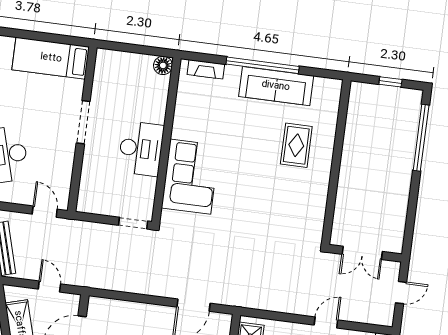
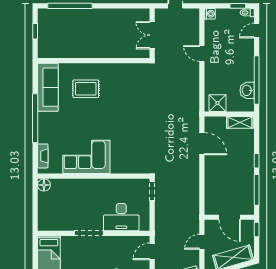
sofa: (276, 86) -> (48, 87), moved
desk: (141, 149) -> (121, 217), moved, turned 180
corner sofa: (190, 177) -> (86, 157), moved
double door: (362, 253) -> (152, 35), swing flipped

